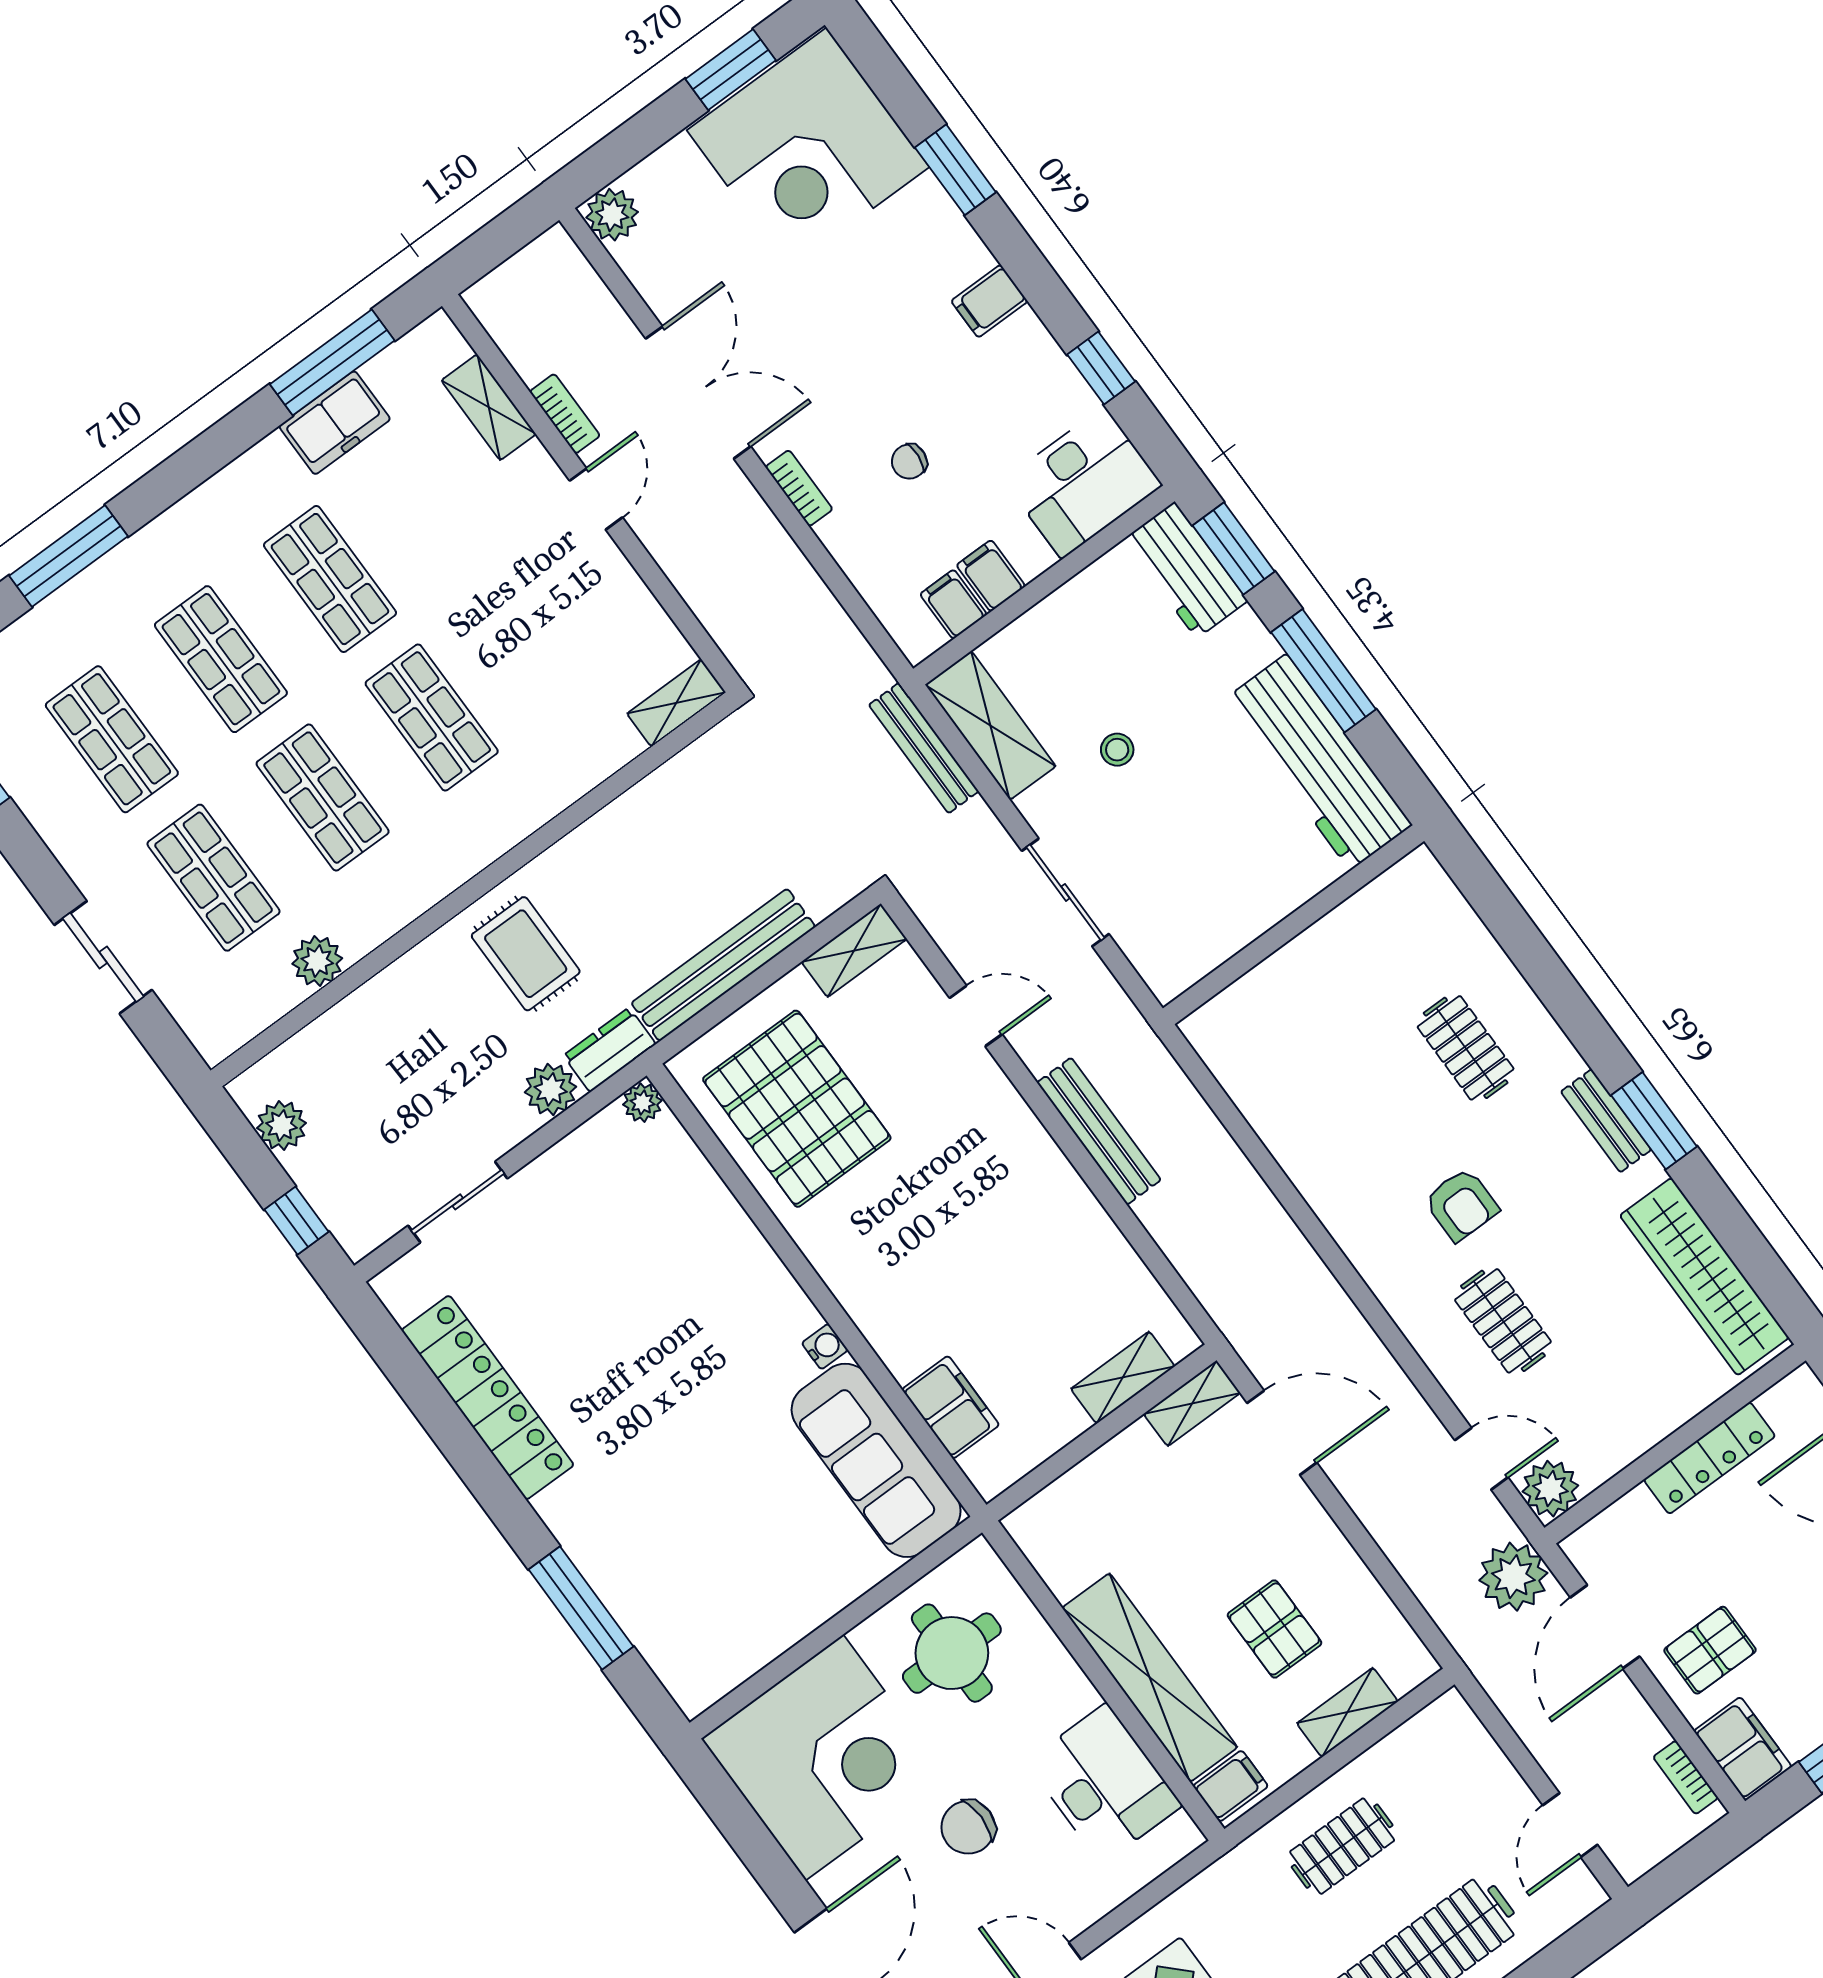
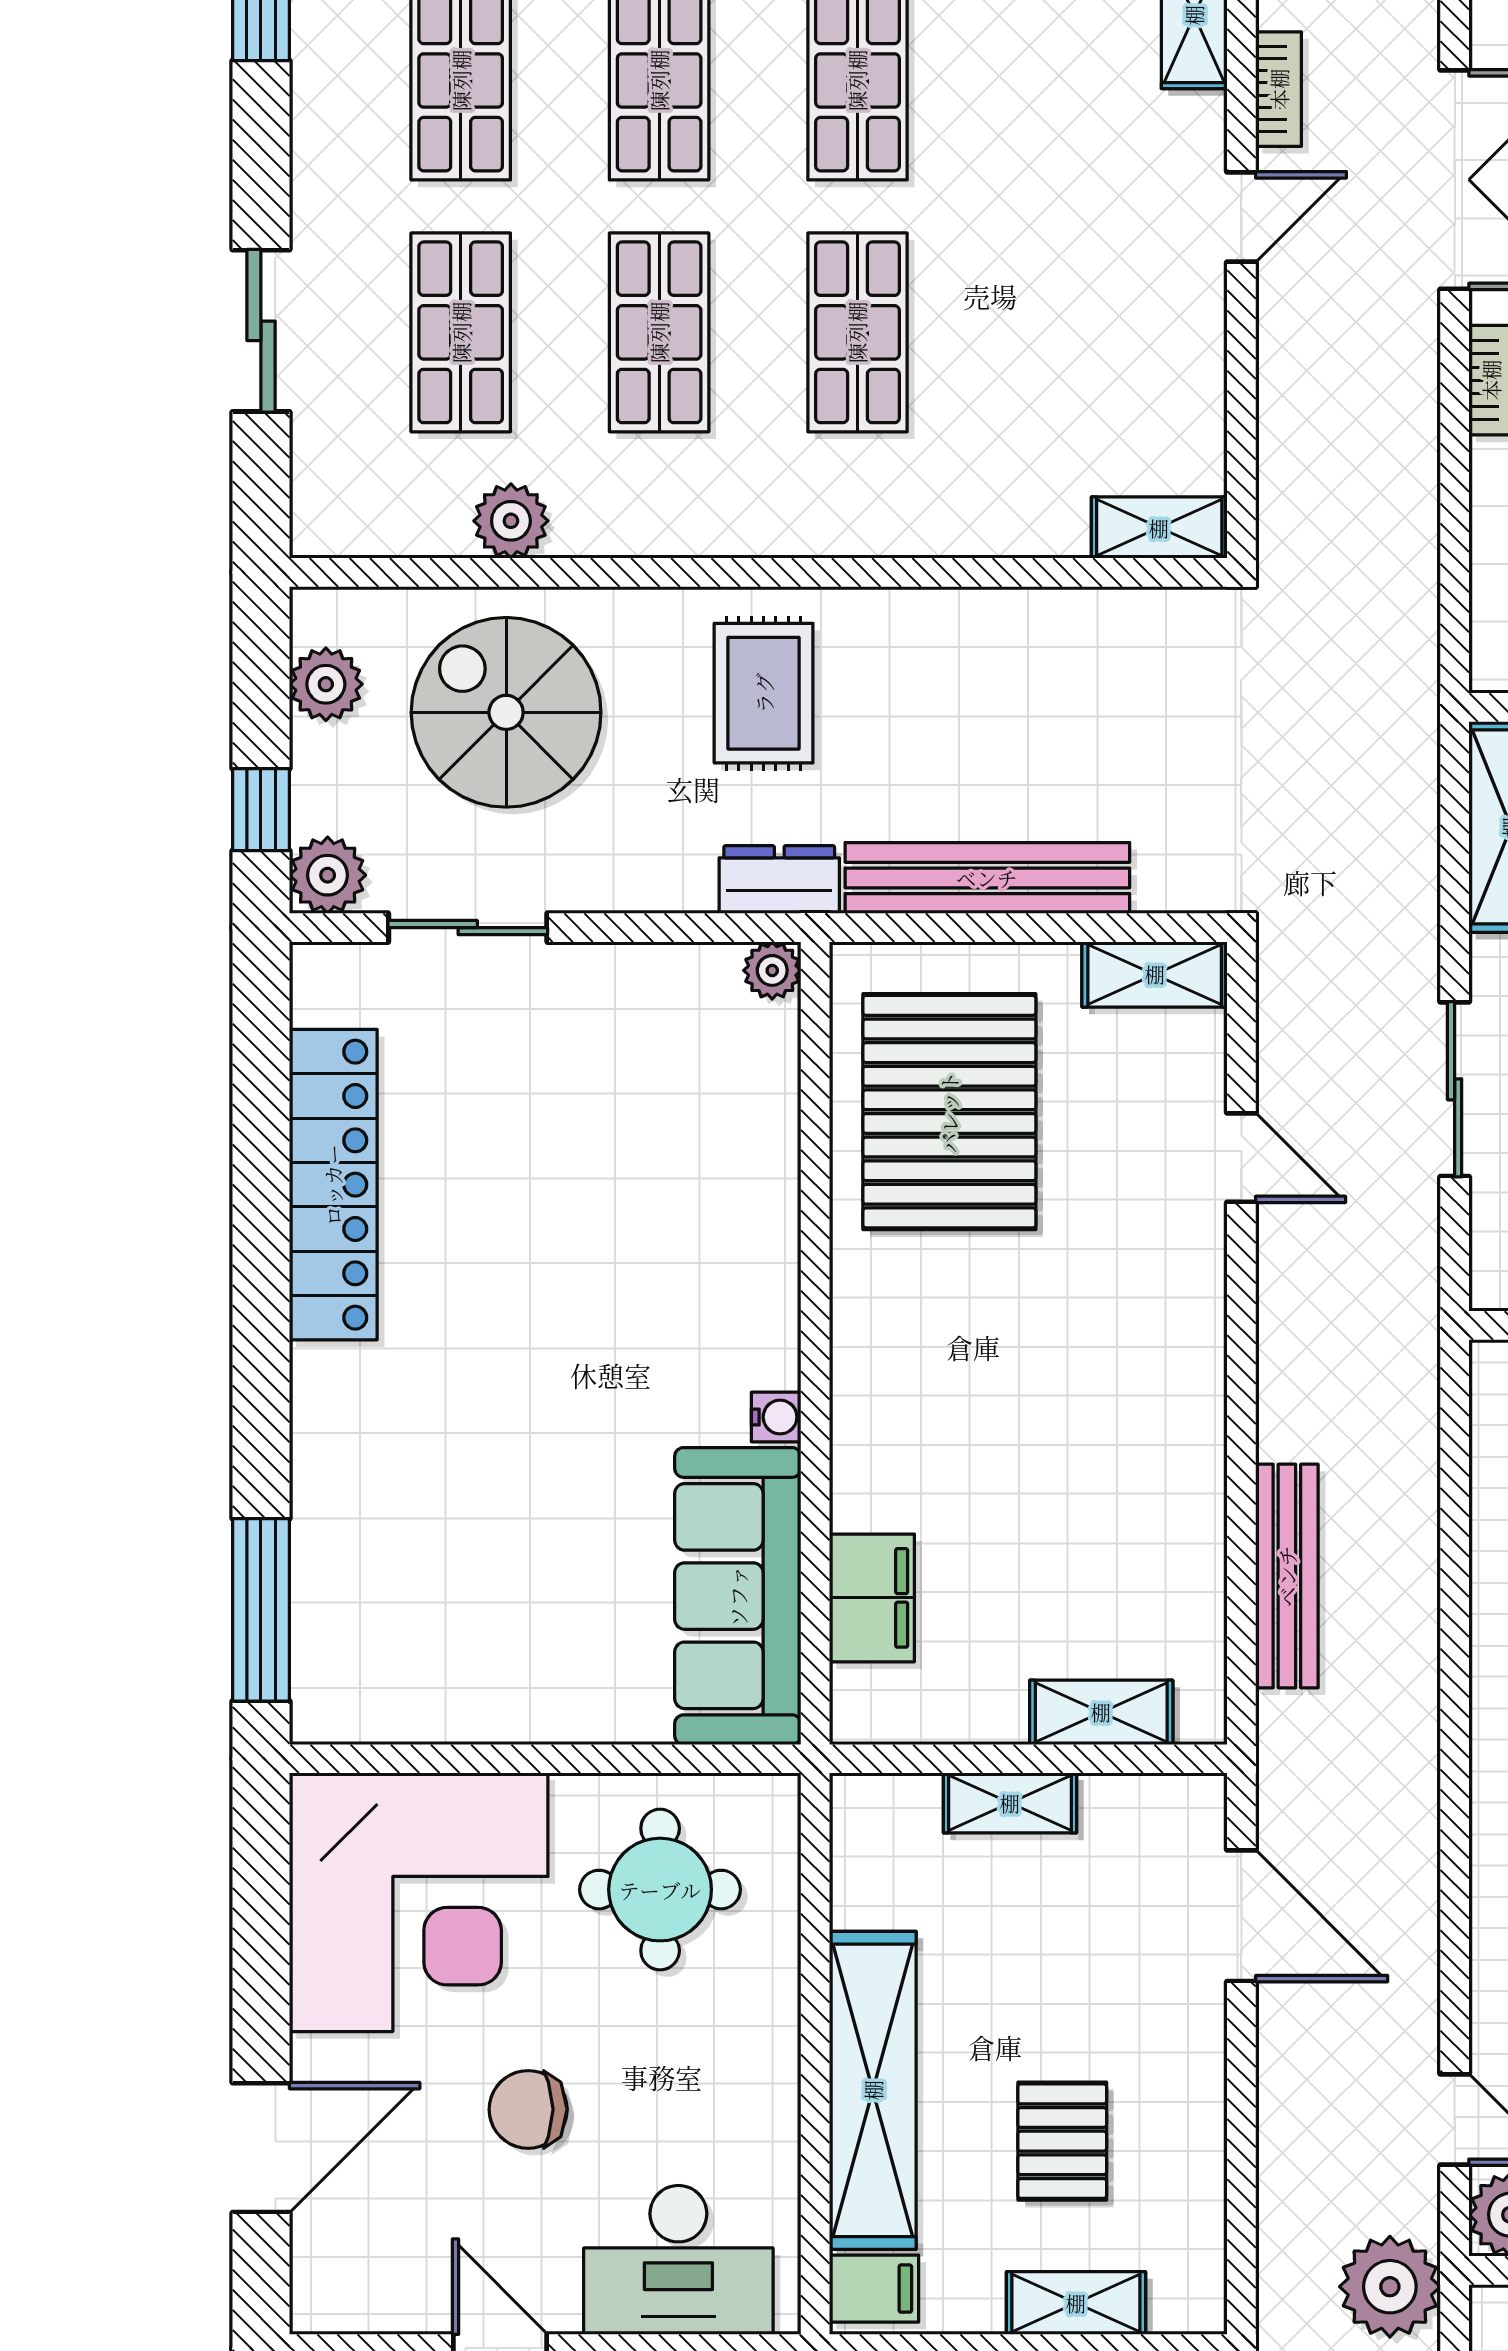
bench: (924, 748) -> (1413, 796), removed
spiral stairs: (392, 1068) -> (506, 712), added
plant: (551, 1089) -> (328, 875), moved
bench: (1099, 1131) -> (1287, 1576), moved
shelving: (1192, 1403) -> (1010, 1803), moved
window: (581, 1608) -> (261, 1610), moved
desk: (1104, 1784) -> (678, 2260), moved, turned 90

